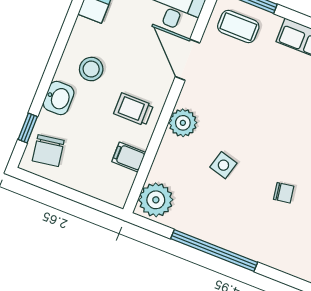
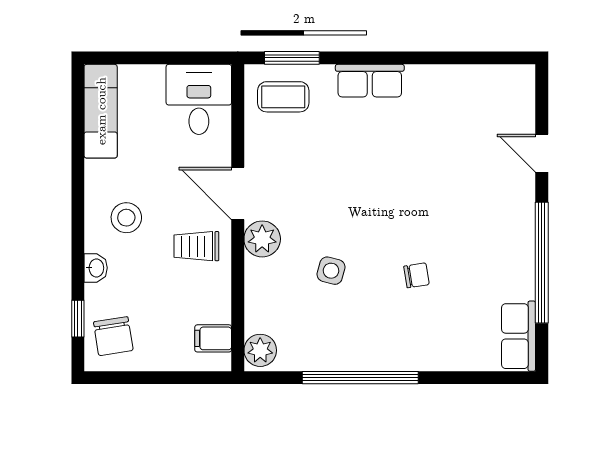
door: (187, 60) -> (238, 193), moved
washbasin: (59, 98) -> (96, 268), width x0.72, depth x0.69
filing cabinet: (129, 157) -> (213, 338), moved
plant: (156, 200) -> (260, 350), width x0.73, depth x0.73

